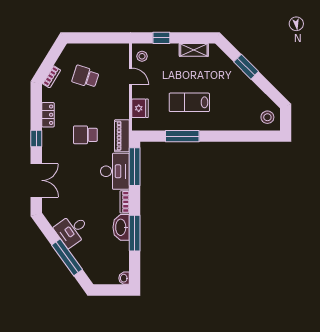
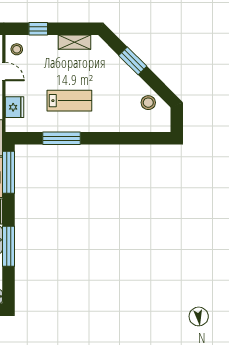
lab bench: (189, 102) -> (69, 101), turned 180
stool: (267, 117) -> (148, 103), moved

